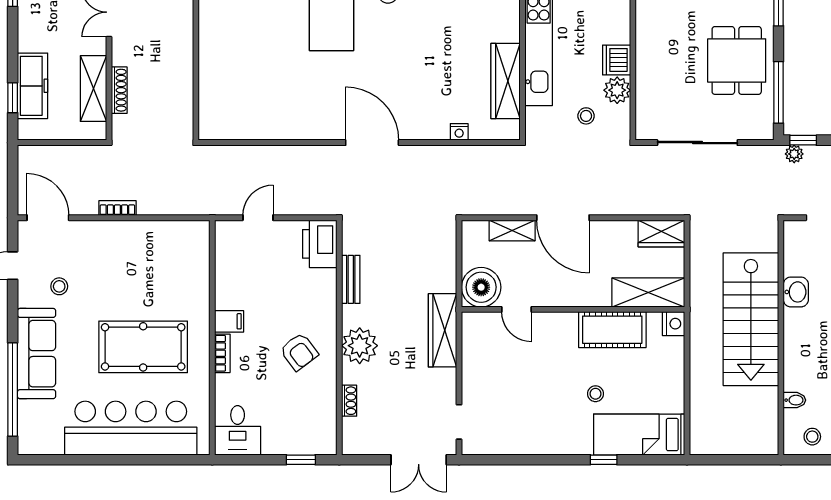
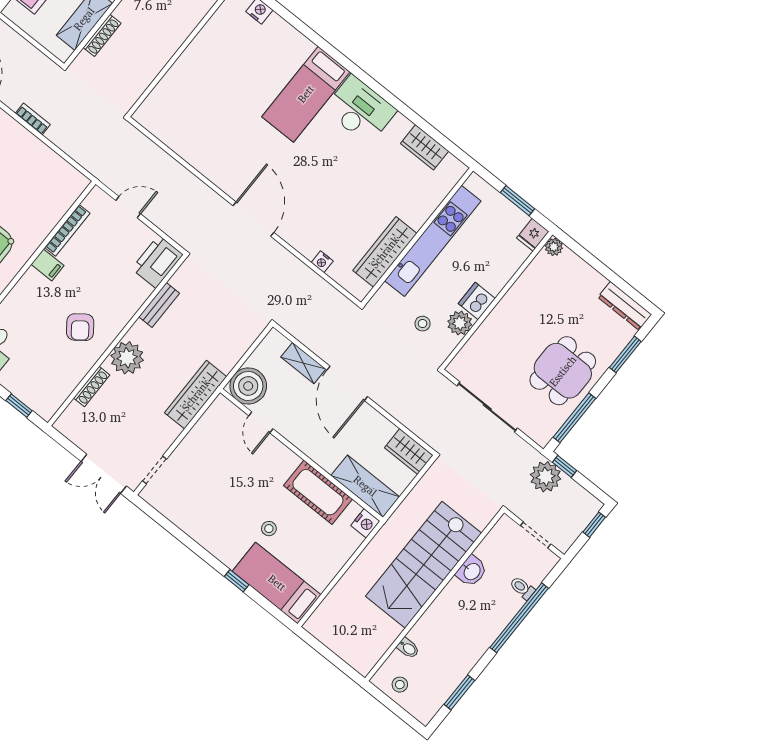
plant: (794, 154) -> (546, 477), width x1.88, depth x1.88
bookcase: (222, 353) -> (67, 230), moved, width x1.56
shoe rack: (349, 401) -> (92, 386), width x1.43

